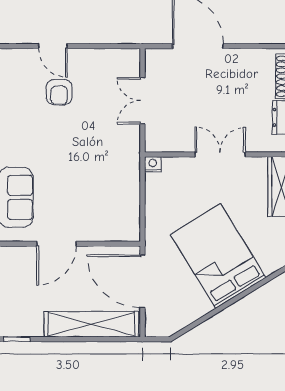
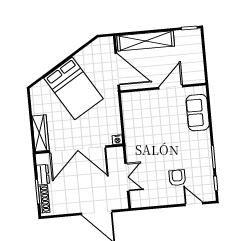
door: (53, 46) -> (194, 204), moved
double door: (220, 154) -> (78, 149), width x1.87

